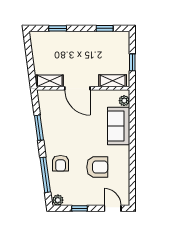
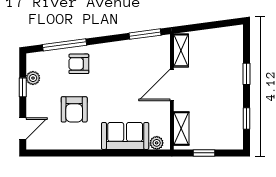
window: (58, 28) -> (246, 74), moved
window: (39, 128) -> (145, 34), moved
plant: (58, 200) -> (33, 78), moved

